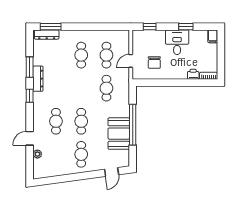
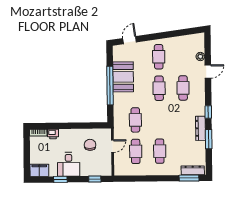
filing cabinet: (213, 36) -> (39, 170), width x2.00

